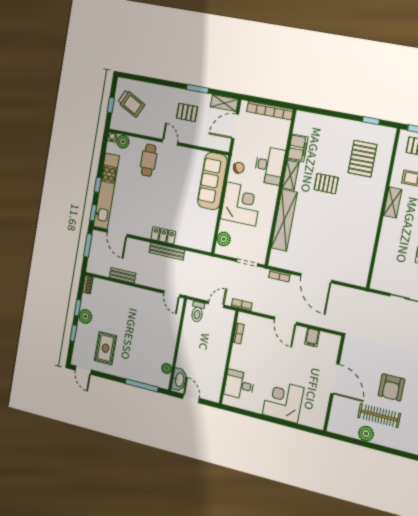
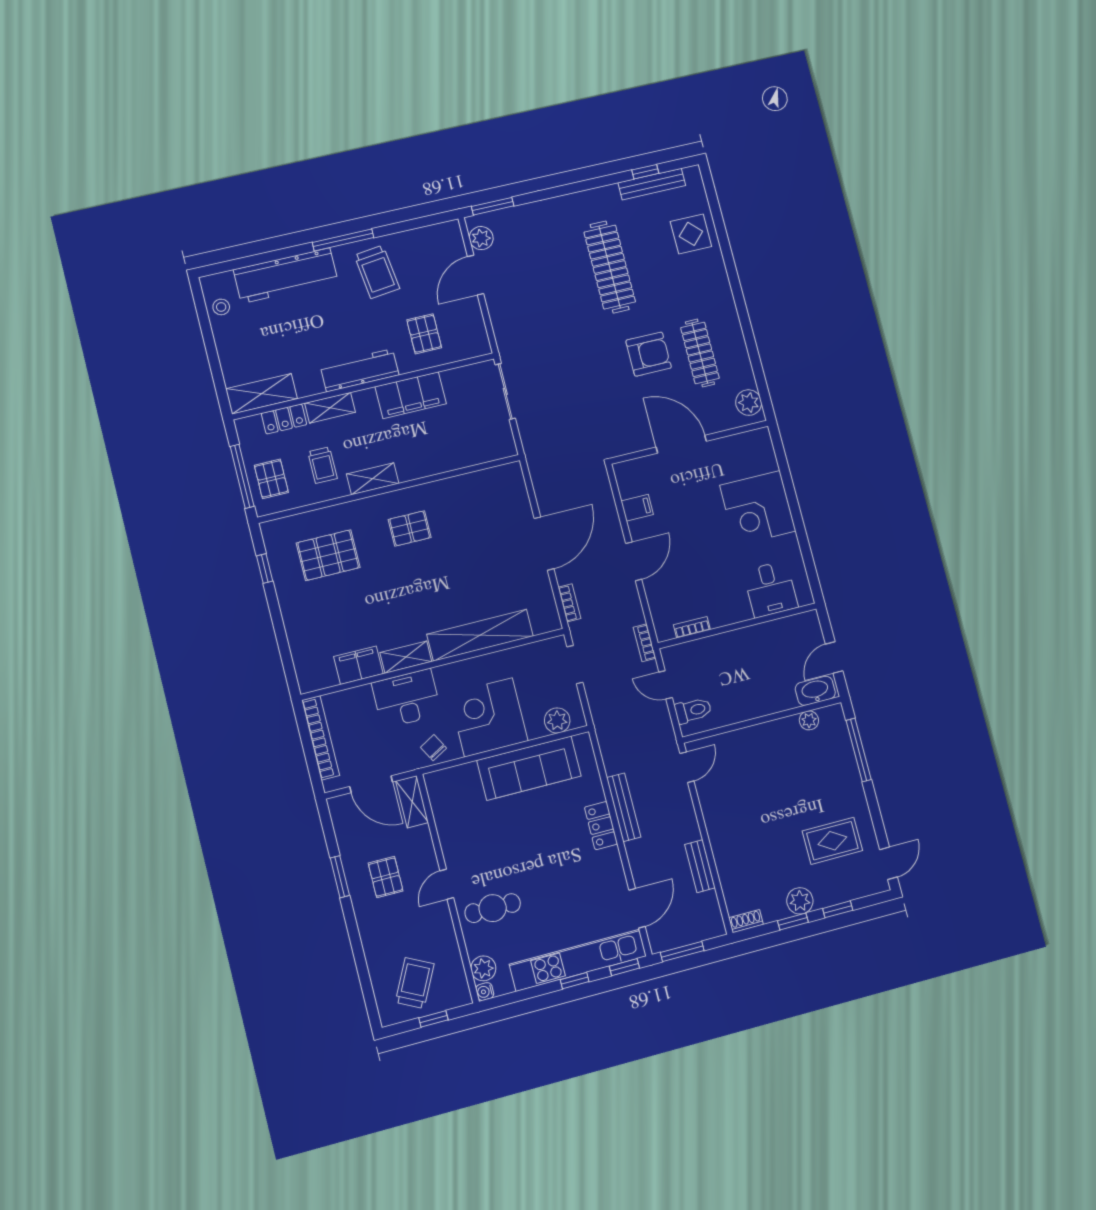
shelving: (224, 103) -> (412, 802), moved
sofa: (212, 181) -> (529, 768), moved
pallet: (326, 184) -> (410, 528), moved, turned 90
door: (335, 379) -> (681, 444), hinge flipped
plant: (366, 434) -> (749, 403), moved

